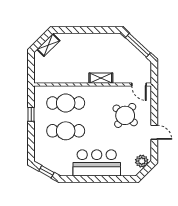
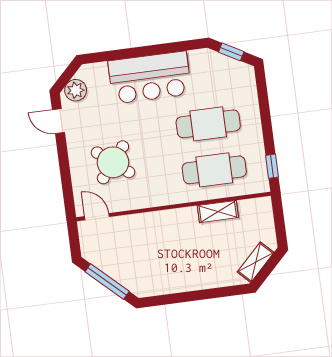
shelving: (101, 78) -> (218, 212), moved
window: (31, 114) -> (272, 166), moved
door: (154, 132) -> (58, 121), moved

